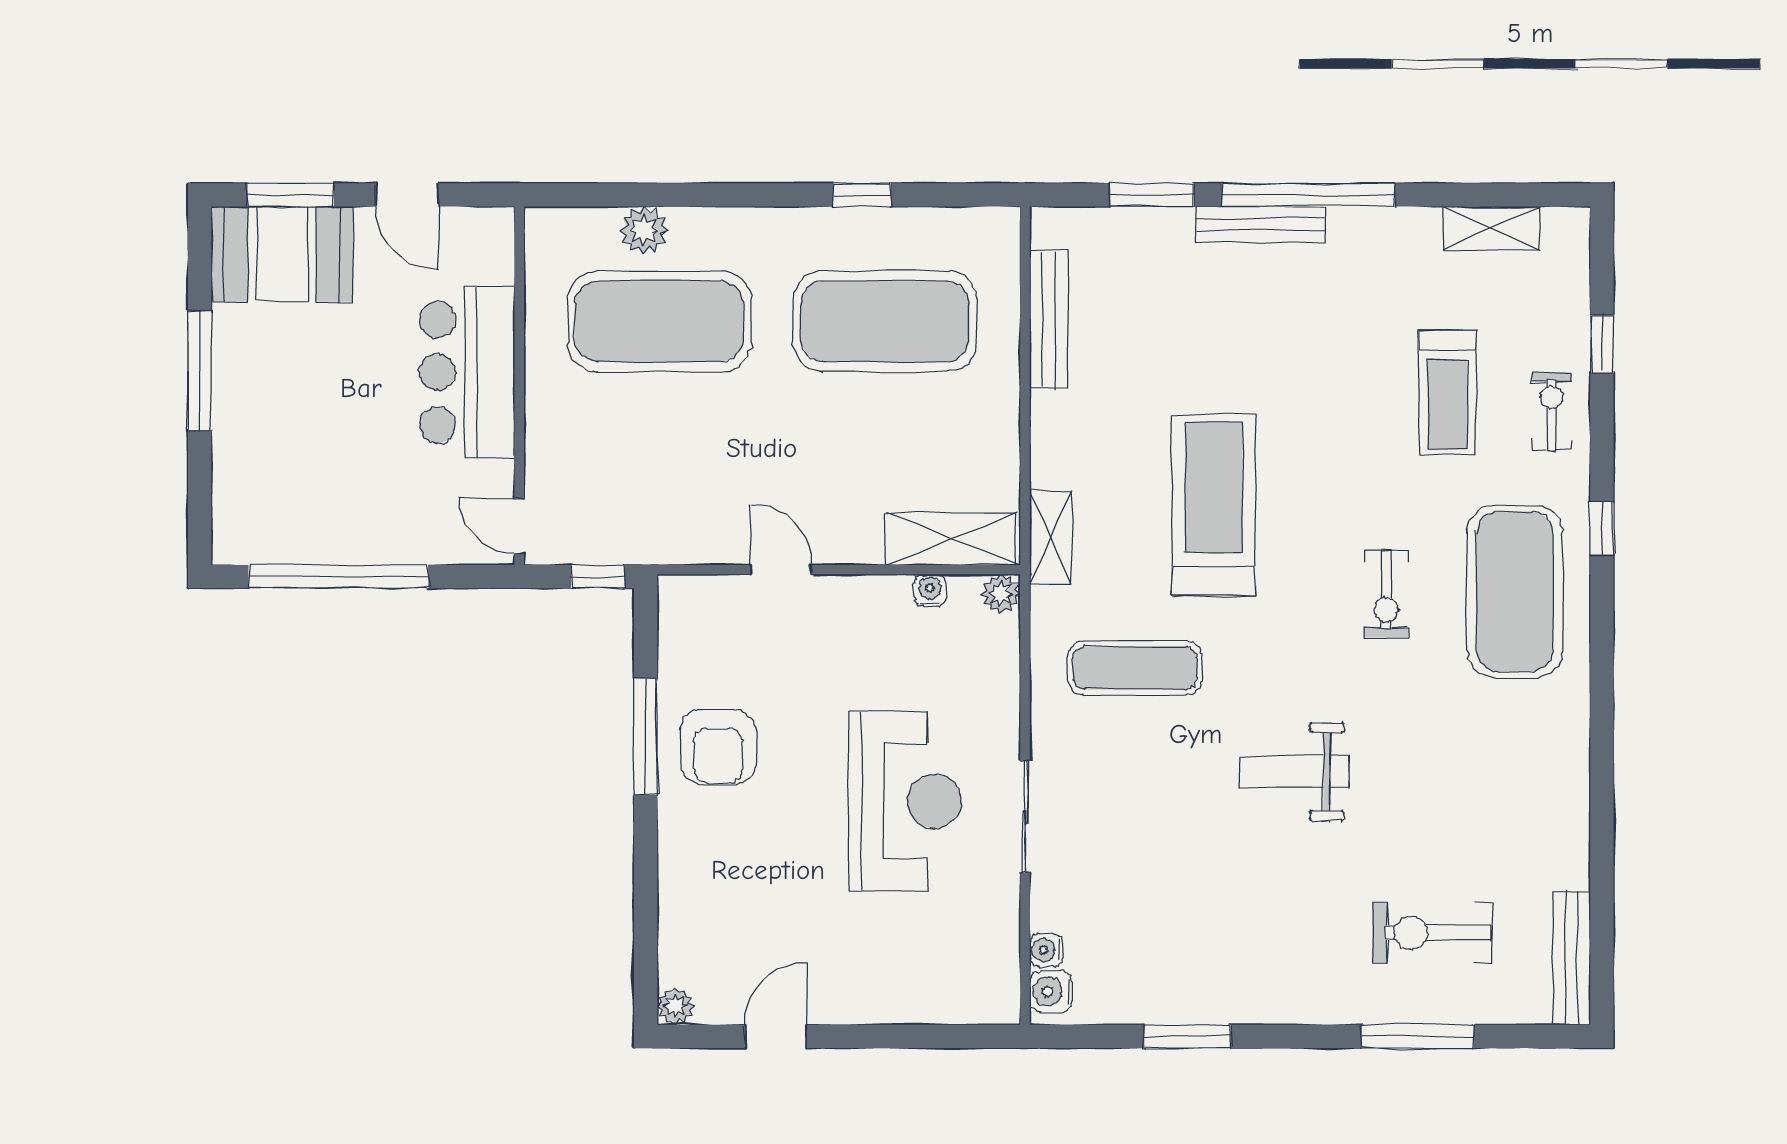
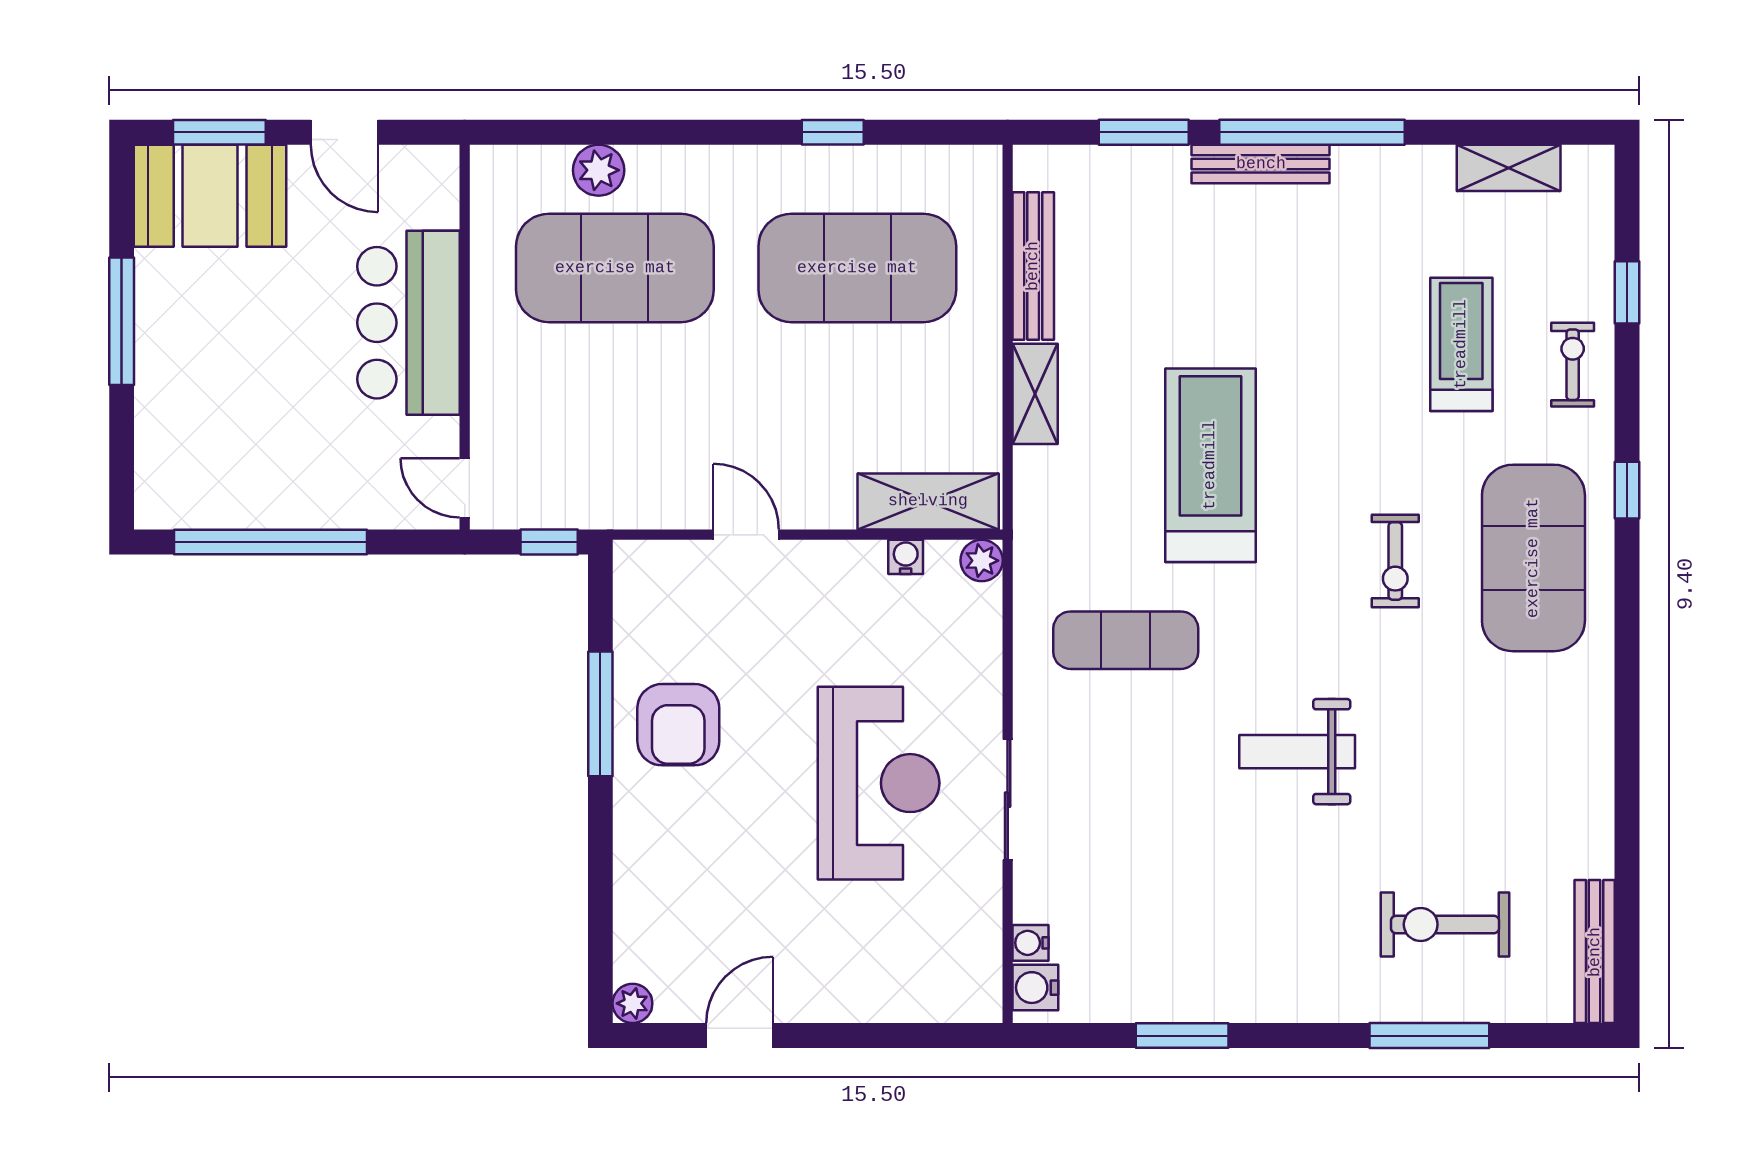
treadmill: (1448, 392) -> (1461, 344), turned 180
shelving: (1051, 537) -> (1035, 394), moved

